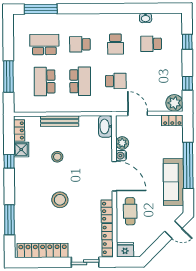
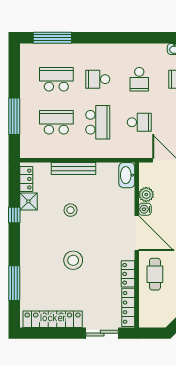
school desk: (45, 81) -> (56, 122), turned 90
fridge: (125, 250) -> (149, 319), removed

